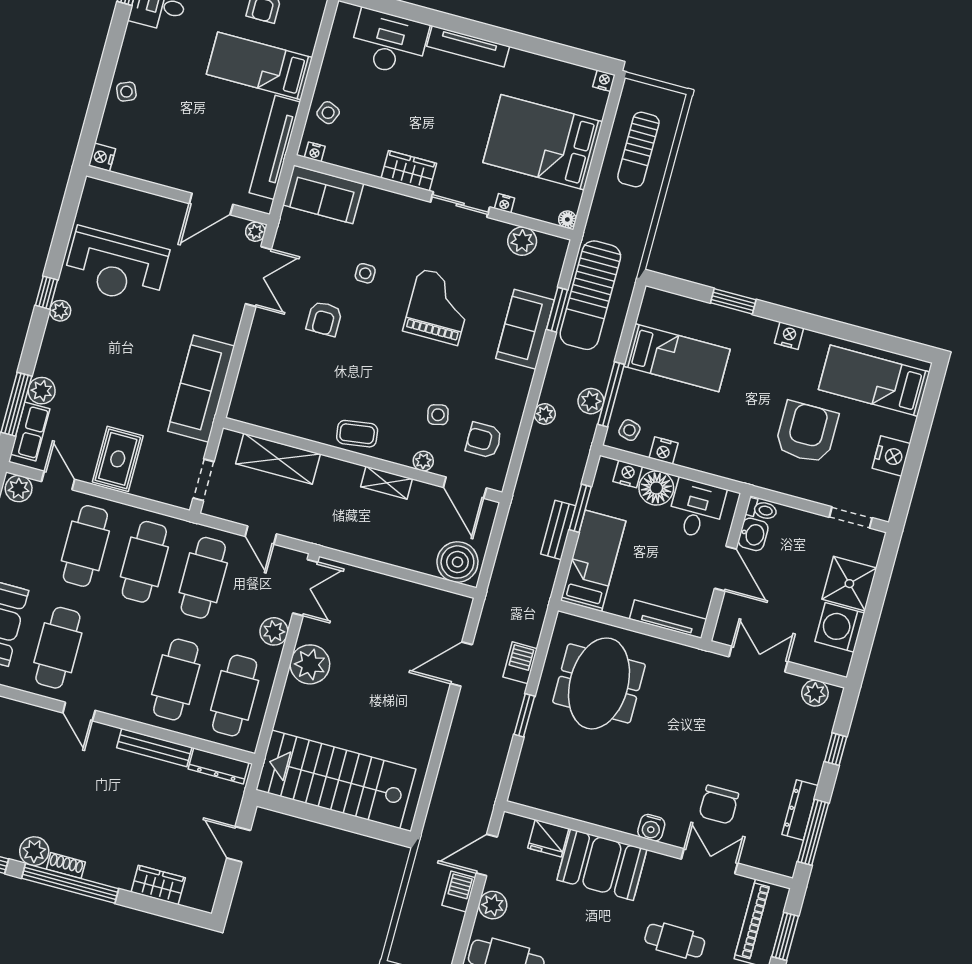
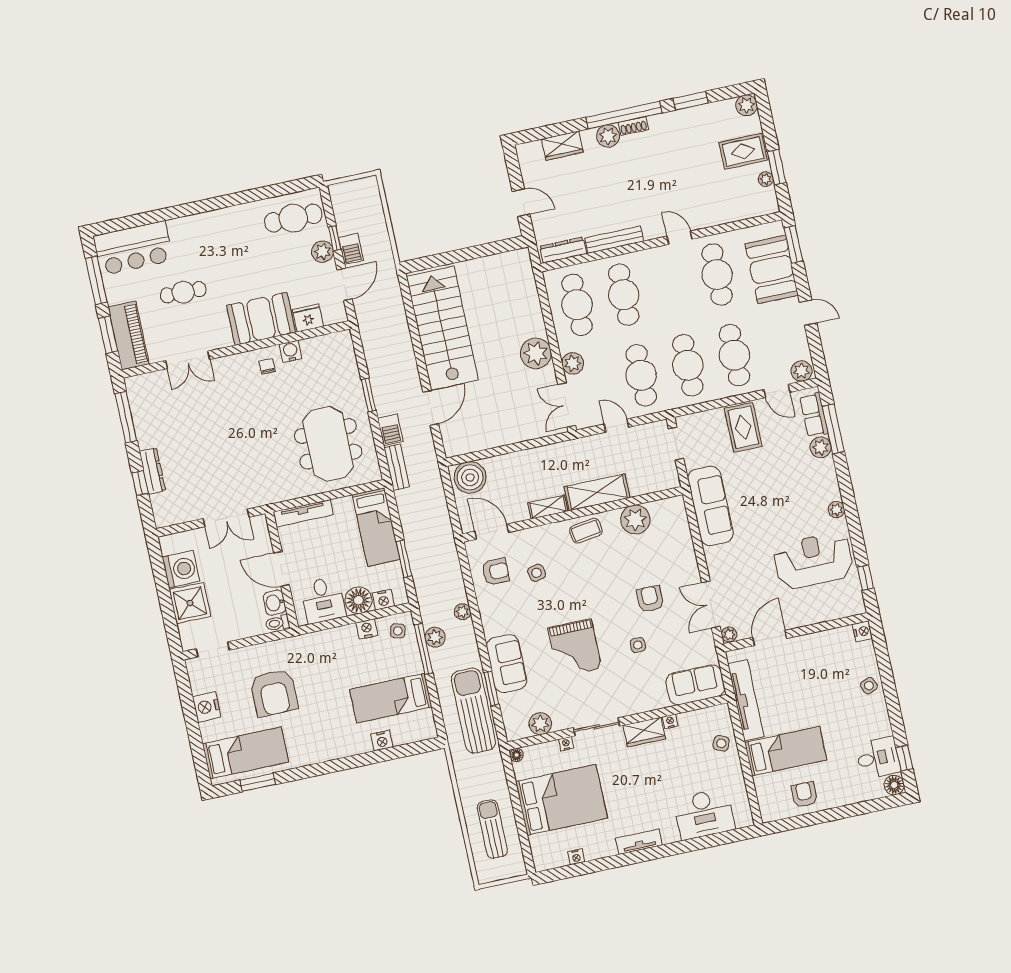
tv unit: (468, 46) -> (639, 842), width x0.71
nightstand: (604, 81) -> (576, 857), moved
nightstand: (315, 152) -> (670, 721), moved
window: (46, 293) -> (865, 577), moved
window: (733, 301) -> (258, 782), moved
nightstand: (789, 336) -> (382, 741), moved
shelving: (278, 459) -> (597, 492), moved
plant: (423, 461) -> (635, 520), moved, width x1.88, depth x1.88
bench: (558, 530) -> (397, 467), moved
plant: (815, 693) -> (175, 515), removed
stairs: (336, 779) -> (442, 328), moved, turned -90
chair: (719, 805) -> (267, 366), moved, width x0.54, depth x0.54
dresser: (800, 810) -> (152, 471), moved
water cooler: (651, 828) -> (290, 351), moved
plant: (34, 851) -> (608, 136), moved
window: (471, 913) -> (335, 238), added

